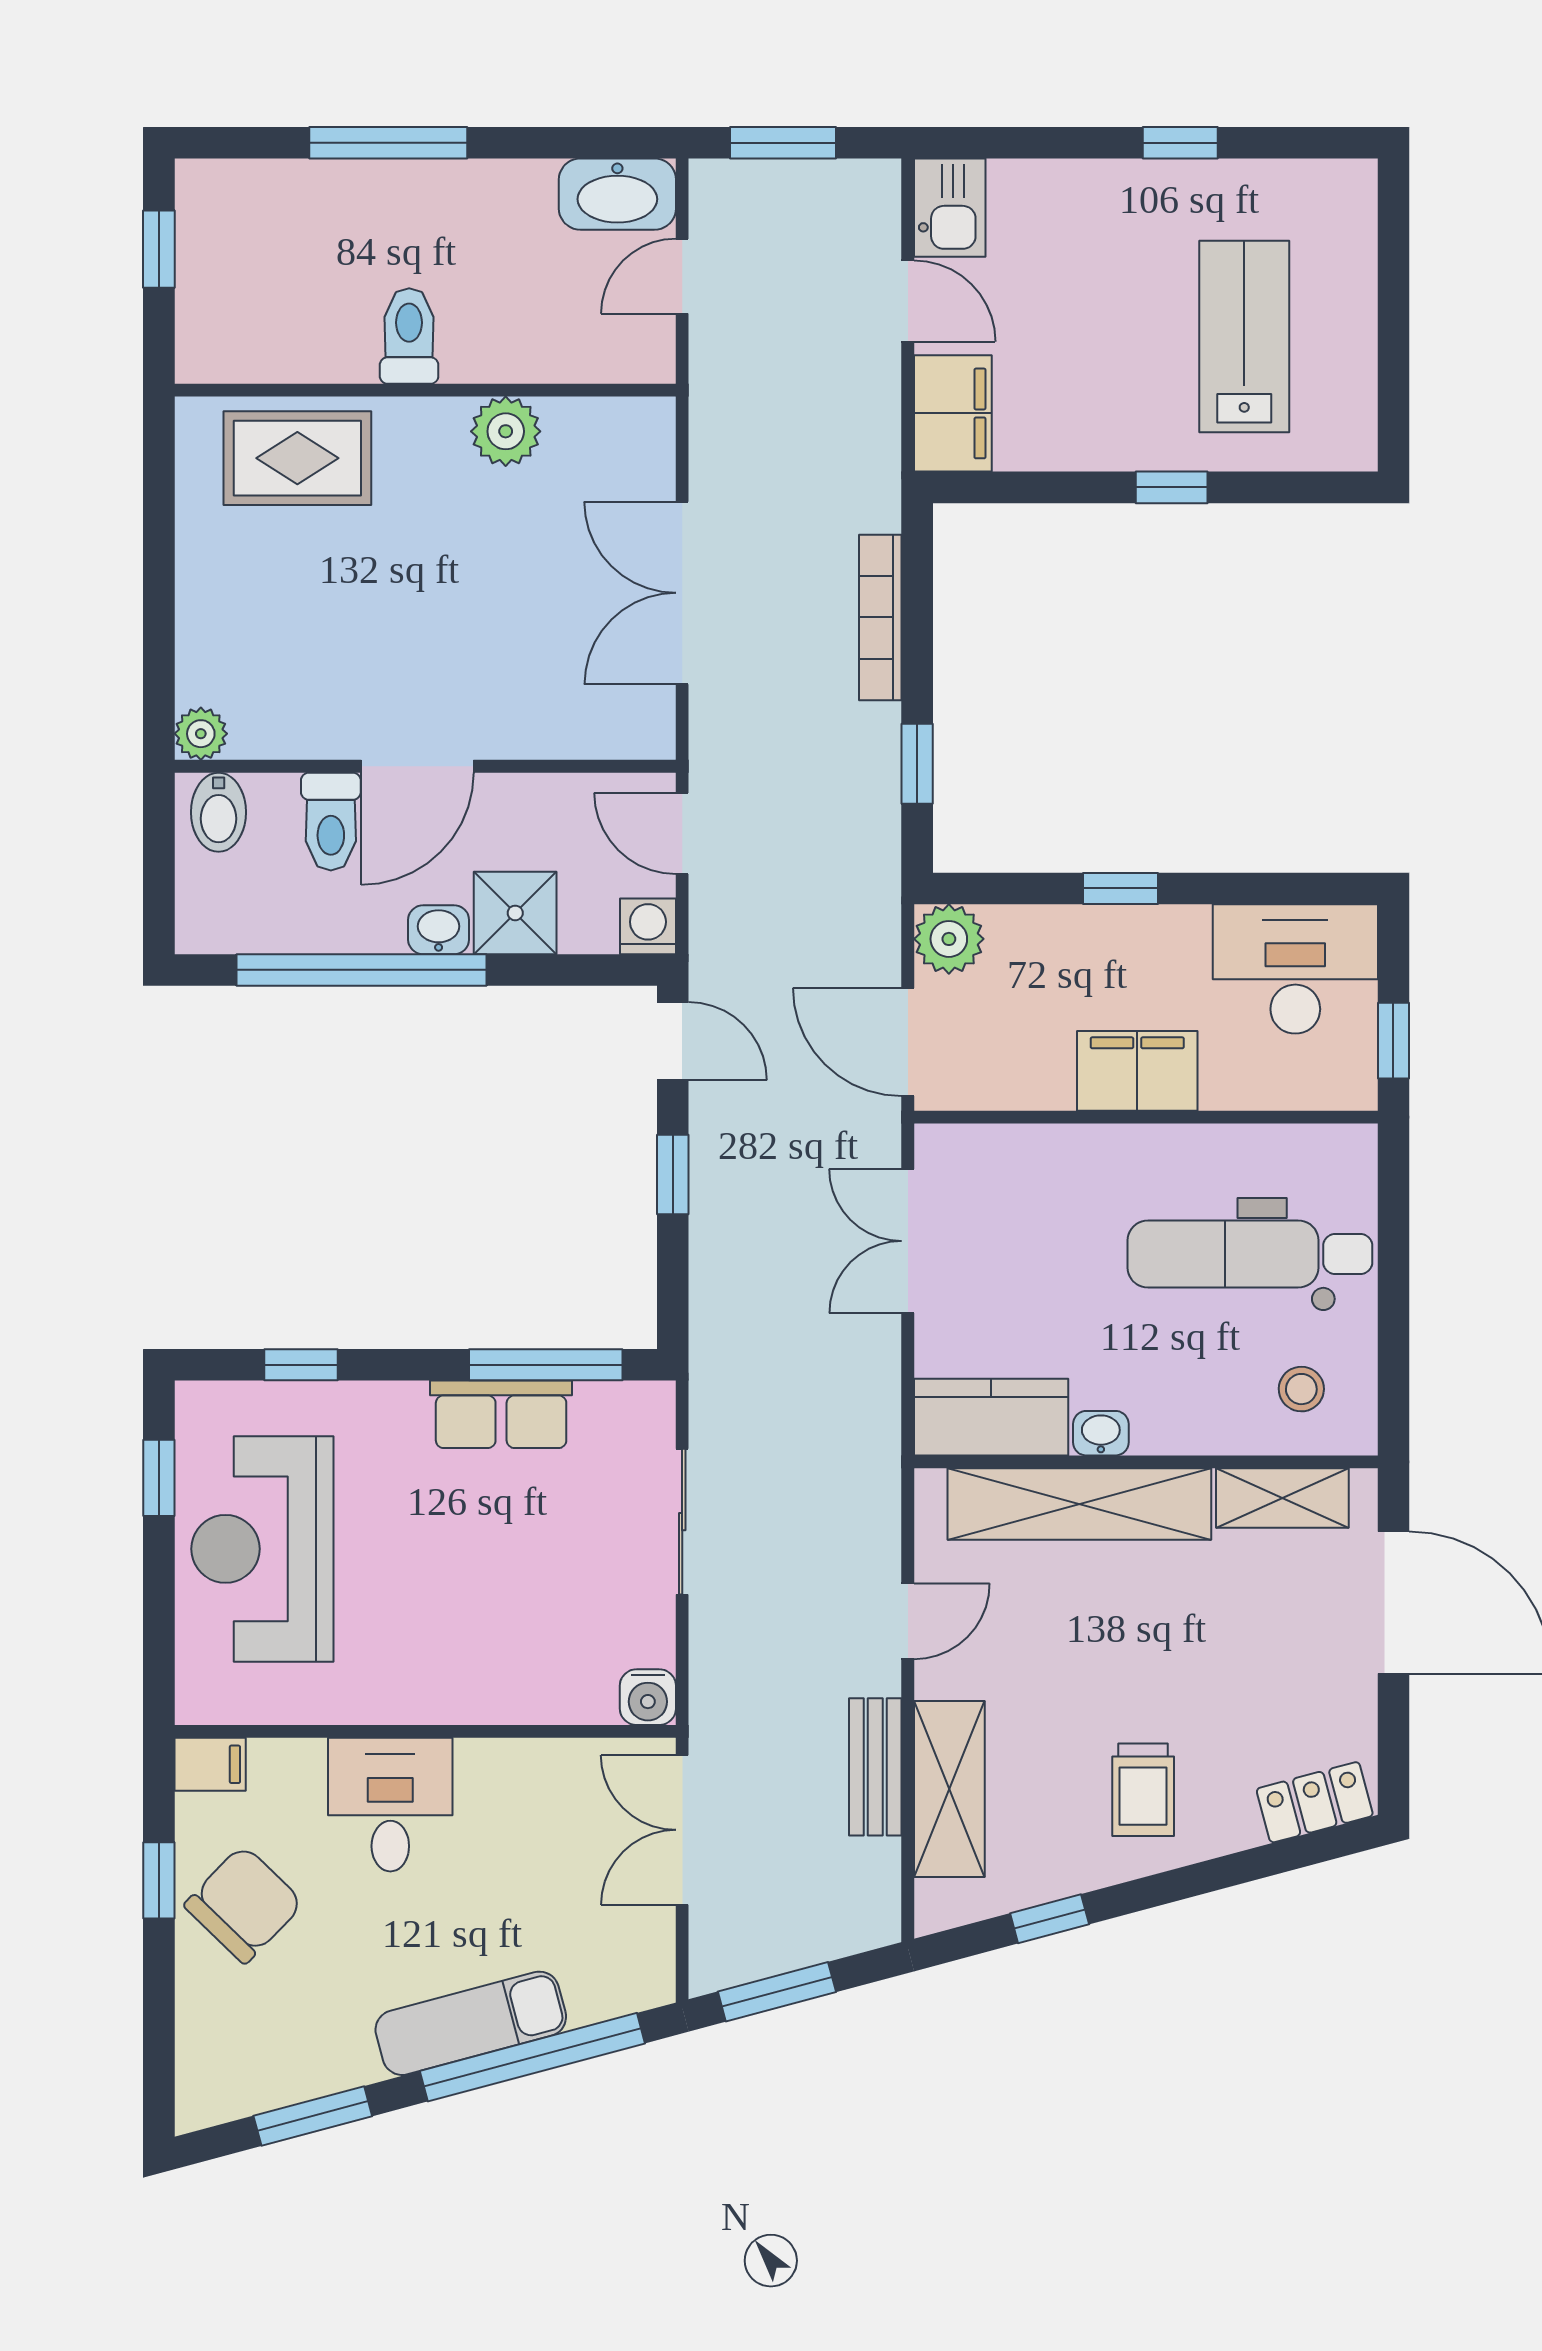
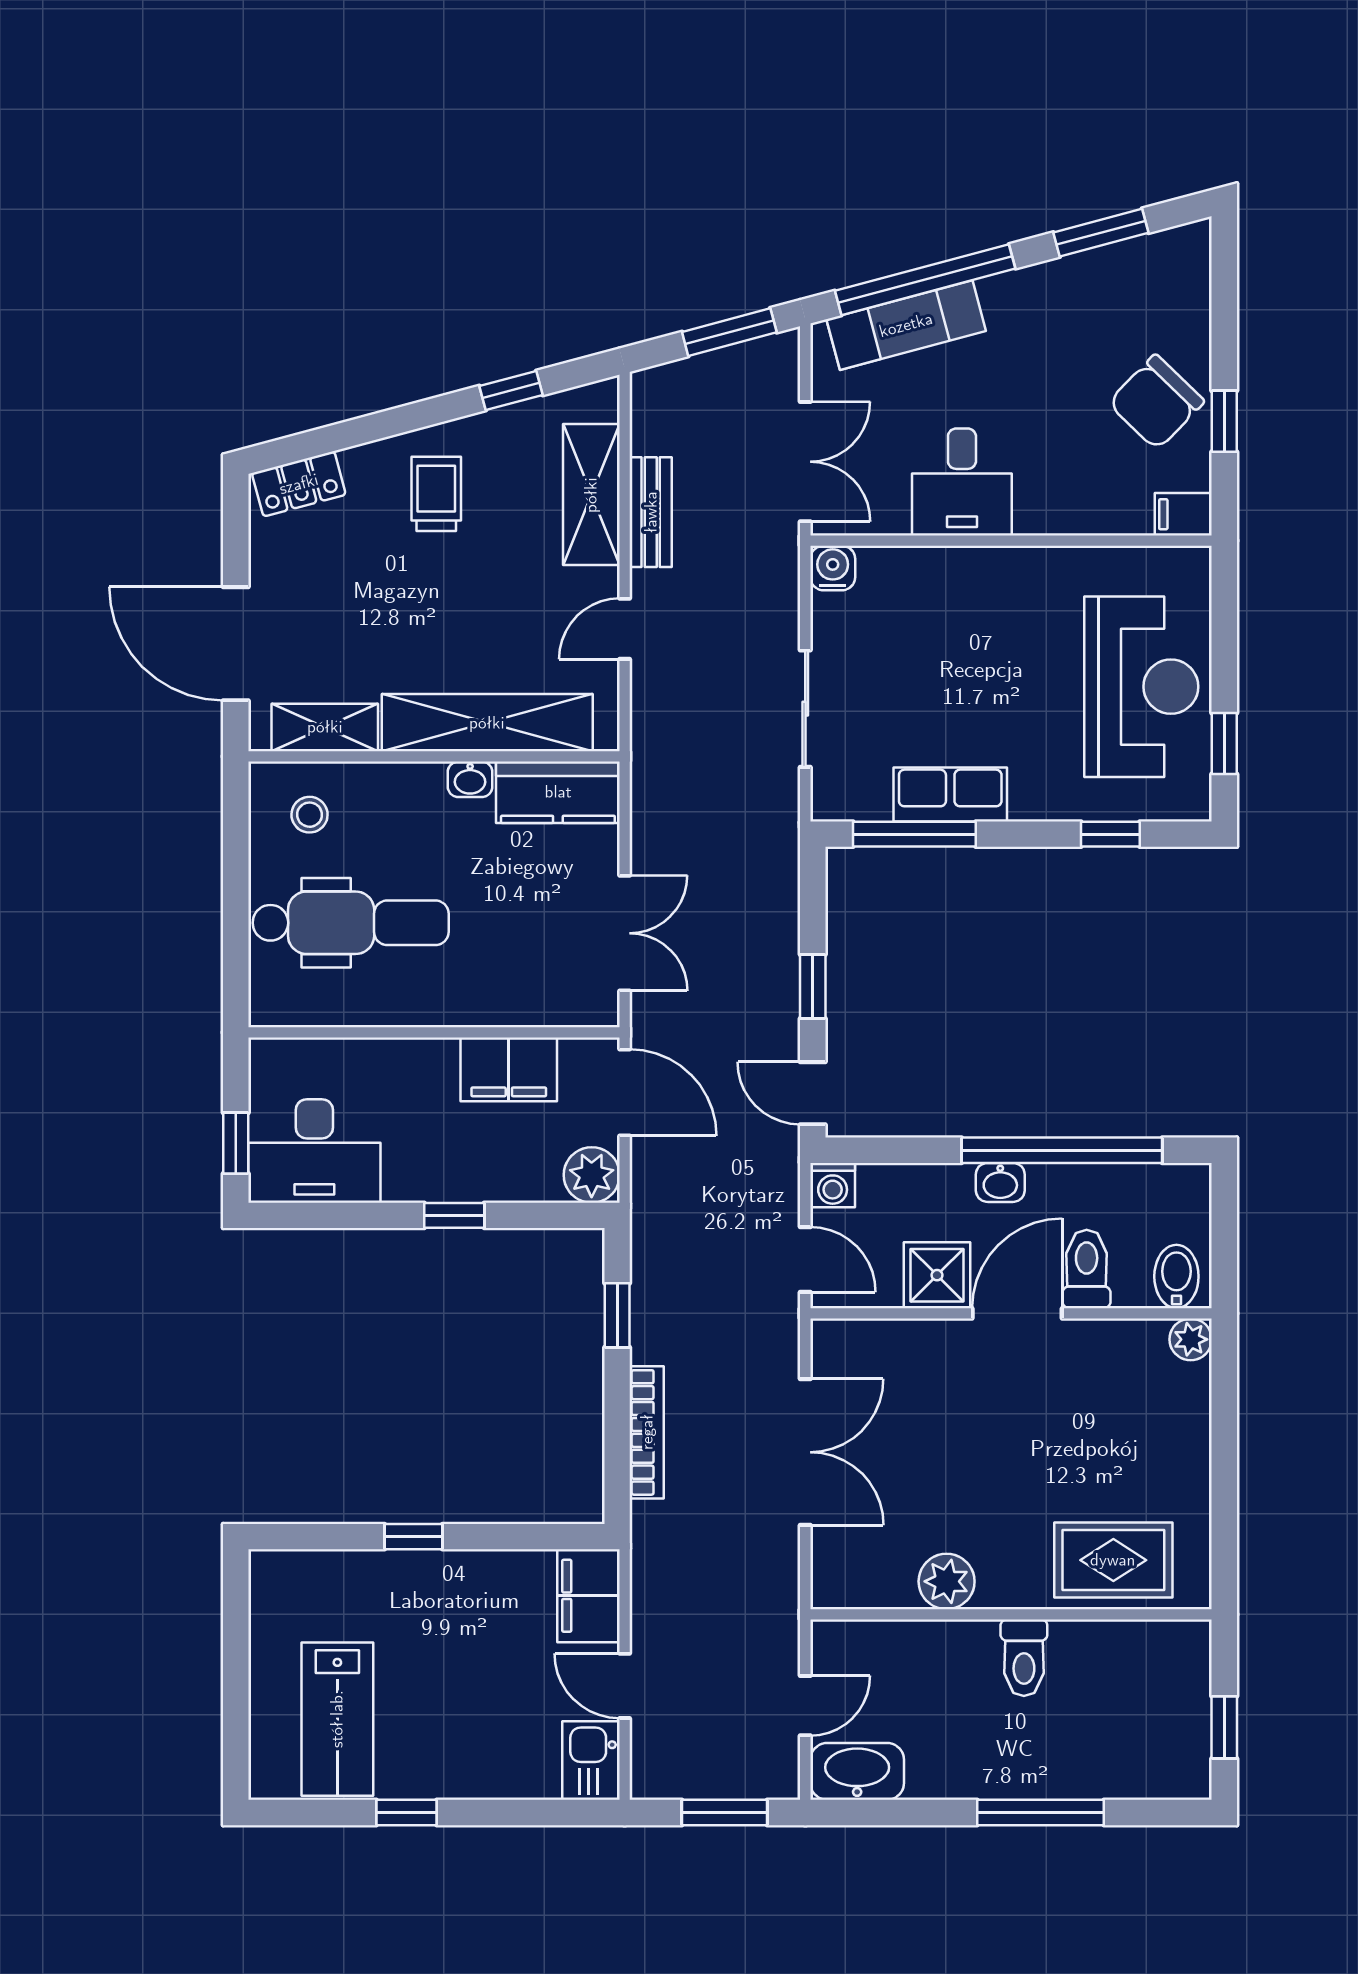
lab bench: (1244, 336) -> (337, 1719), moved
shower: (515, 913) -> (937, 1275), moved
window: (1393, 1041) -> (236, 1143), moved
filing cabinet: (1137, 1071) -> (509, 1069), moved
desk: (390, 1805) -> (962, 482), moved
exam couch: (471, 2023) -> (906, 325), moved

